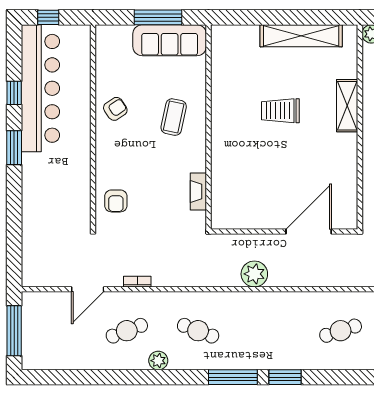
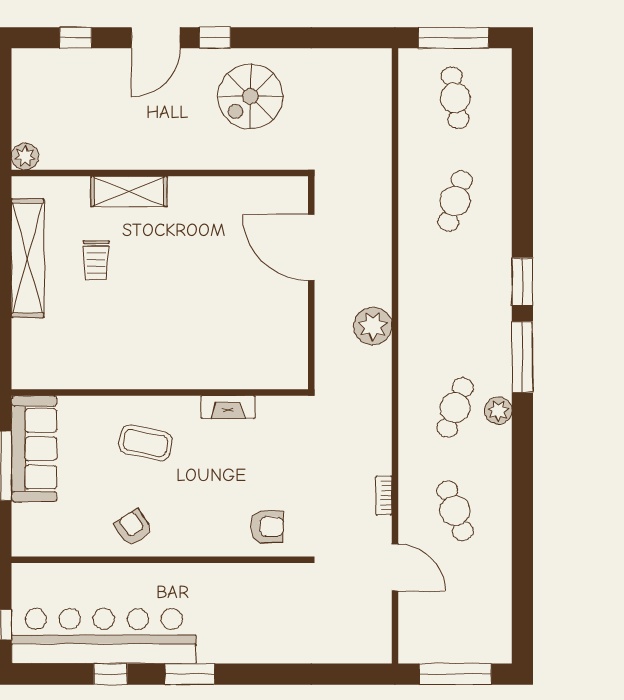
trolley: (280, 111) -> (96, 260), moved, width x0.73, depth x0.72
fireplace: (198, 192) -> (228, 407), moved
cafe table: (341, 331) -> (455, 201), turned 36
plant: (158, 361) -> (498, 411), moved

